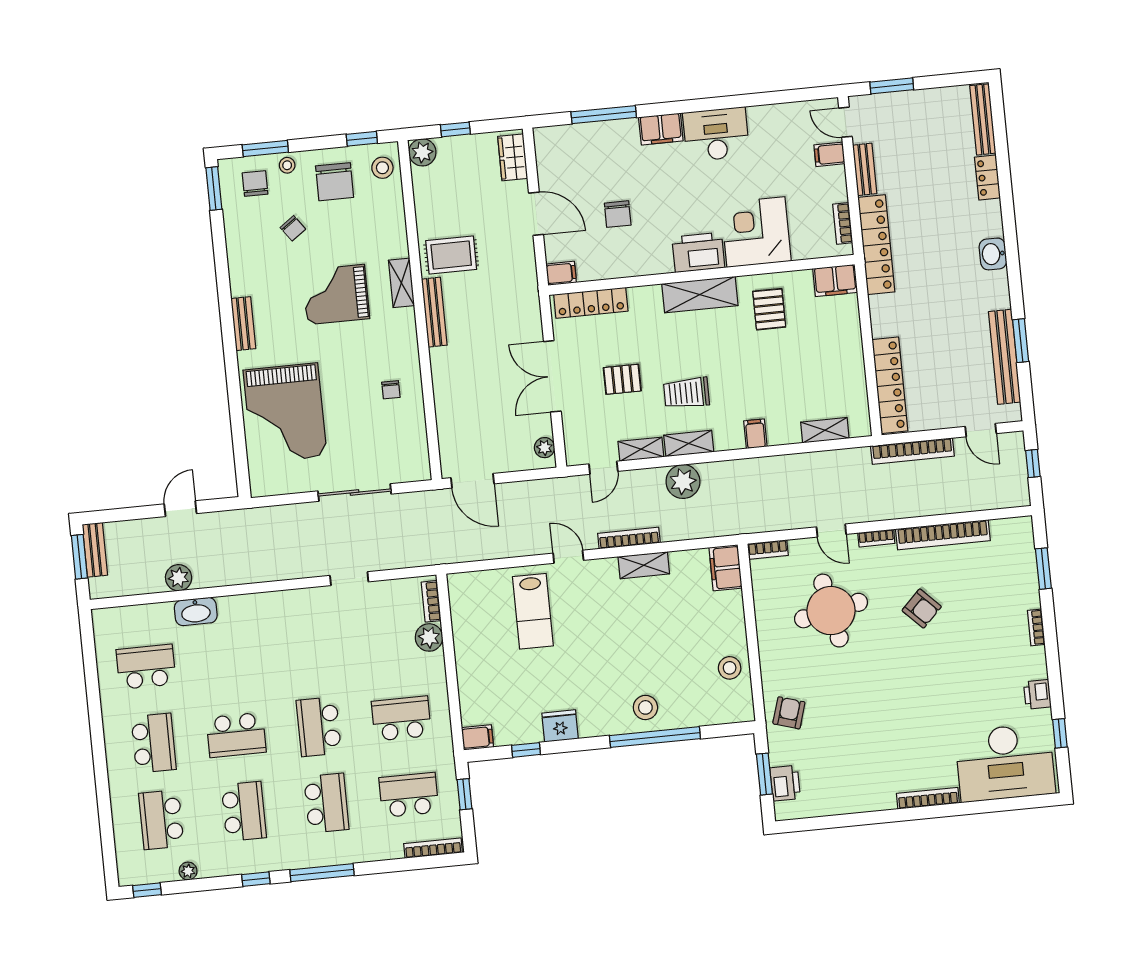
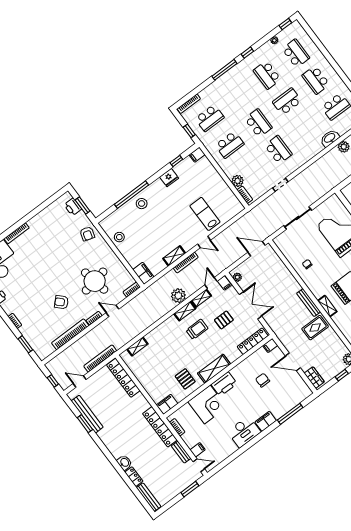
washbasin: (993, 254) -> (124, 463), moved
filing cabinet: (755, 434) -> (224, 283), moved
school desk: (326, 803) -> (278, 150), moved, turned 180

